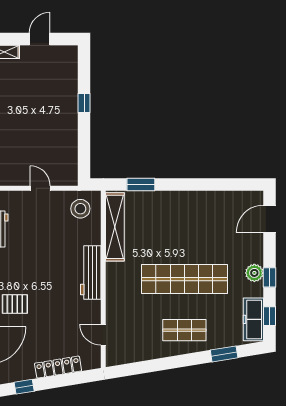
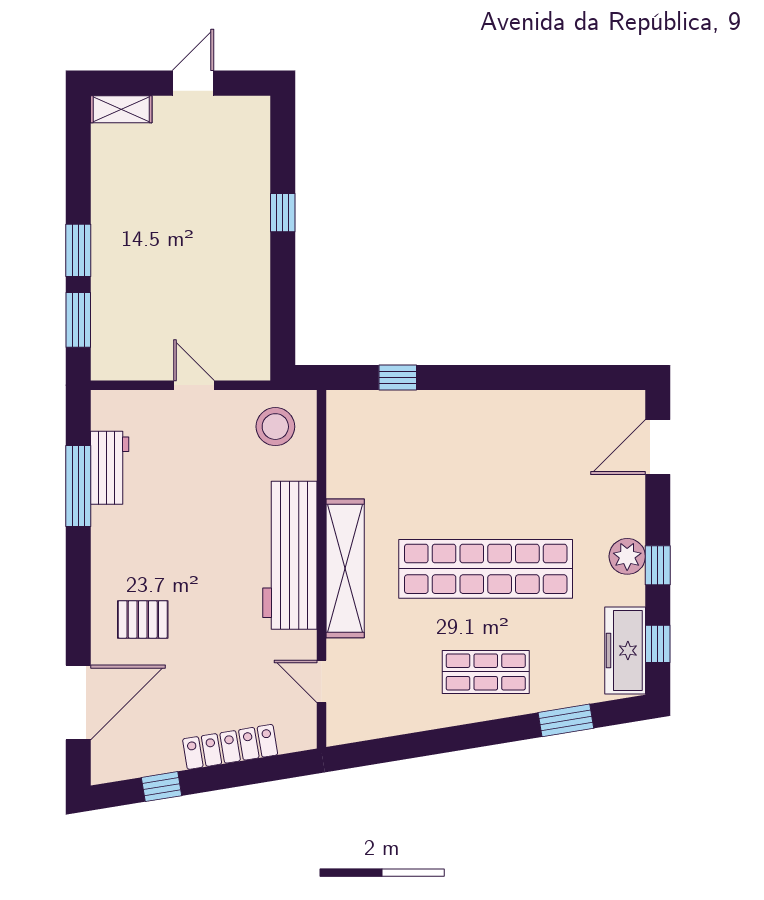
window: (141, 184) -> (398, 377), width x0.67
shelving: (115, 227) -> (345, 568), moved
workbench: (91, 272) -> (290, 555), width x1.36, depth x1.32

